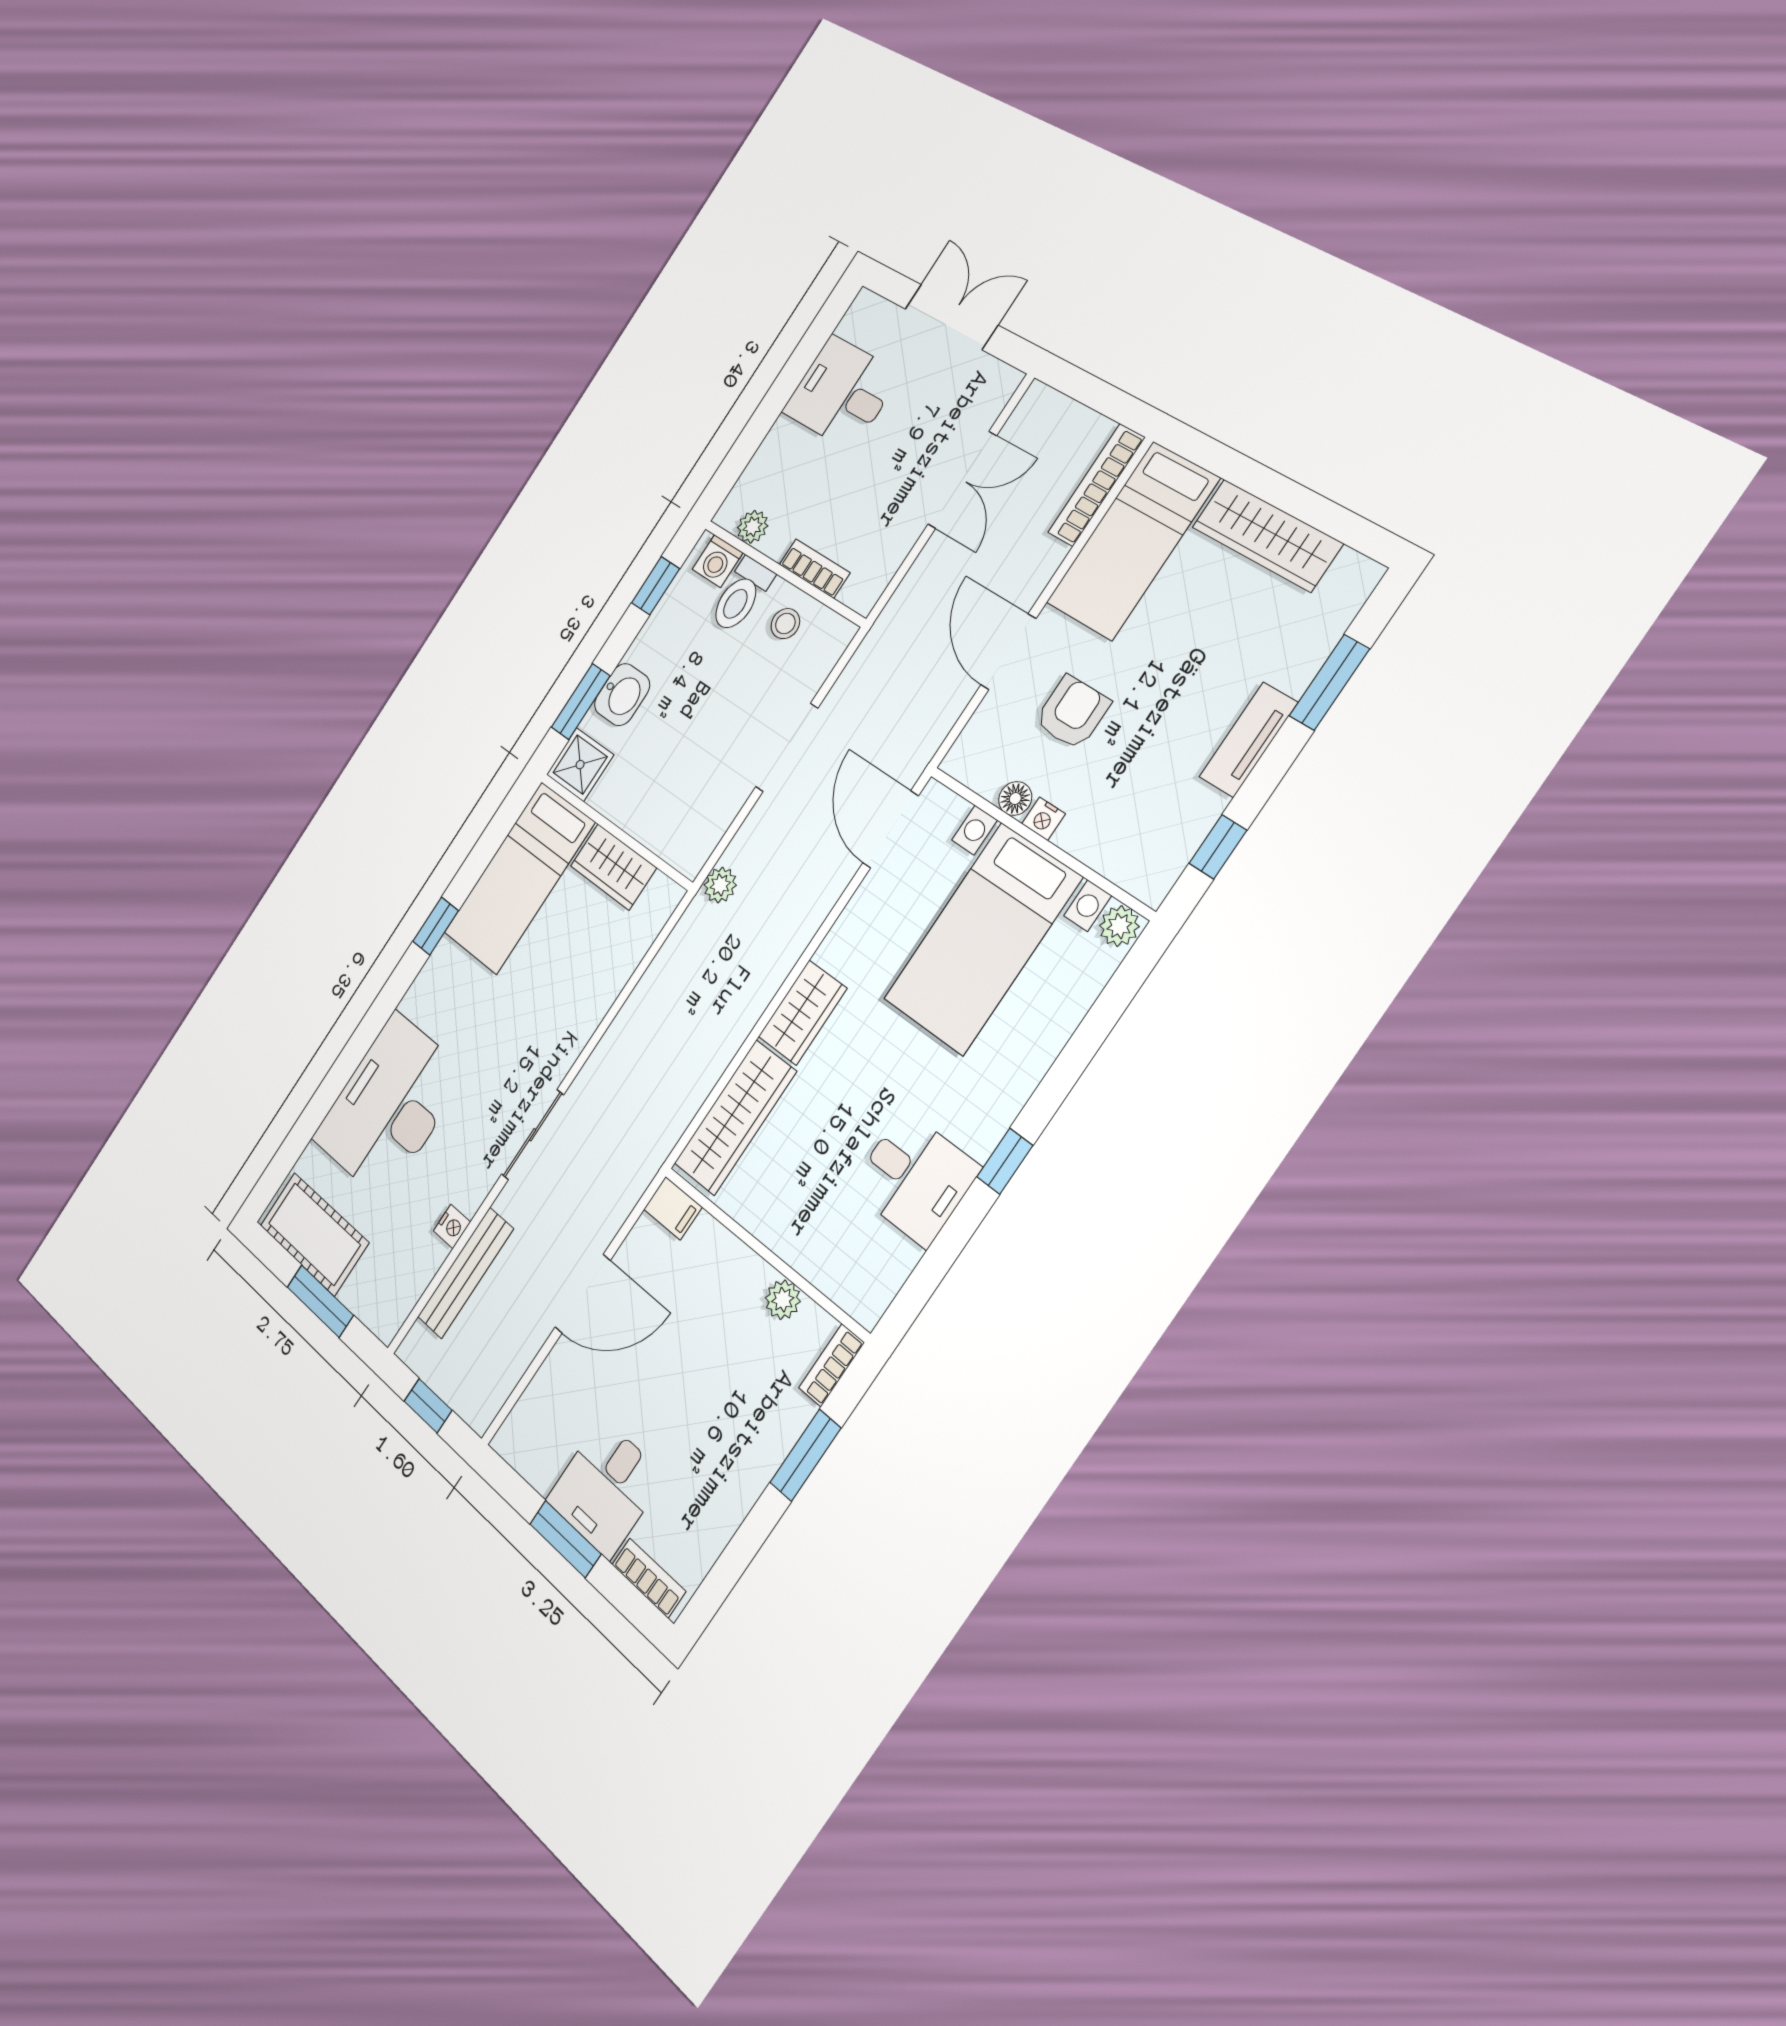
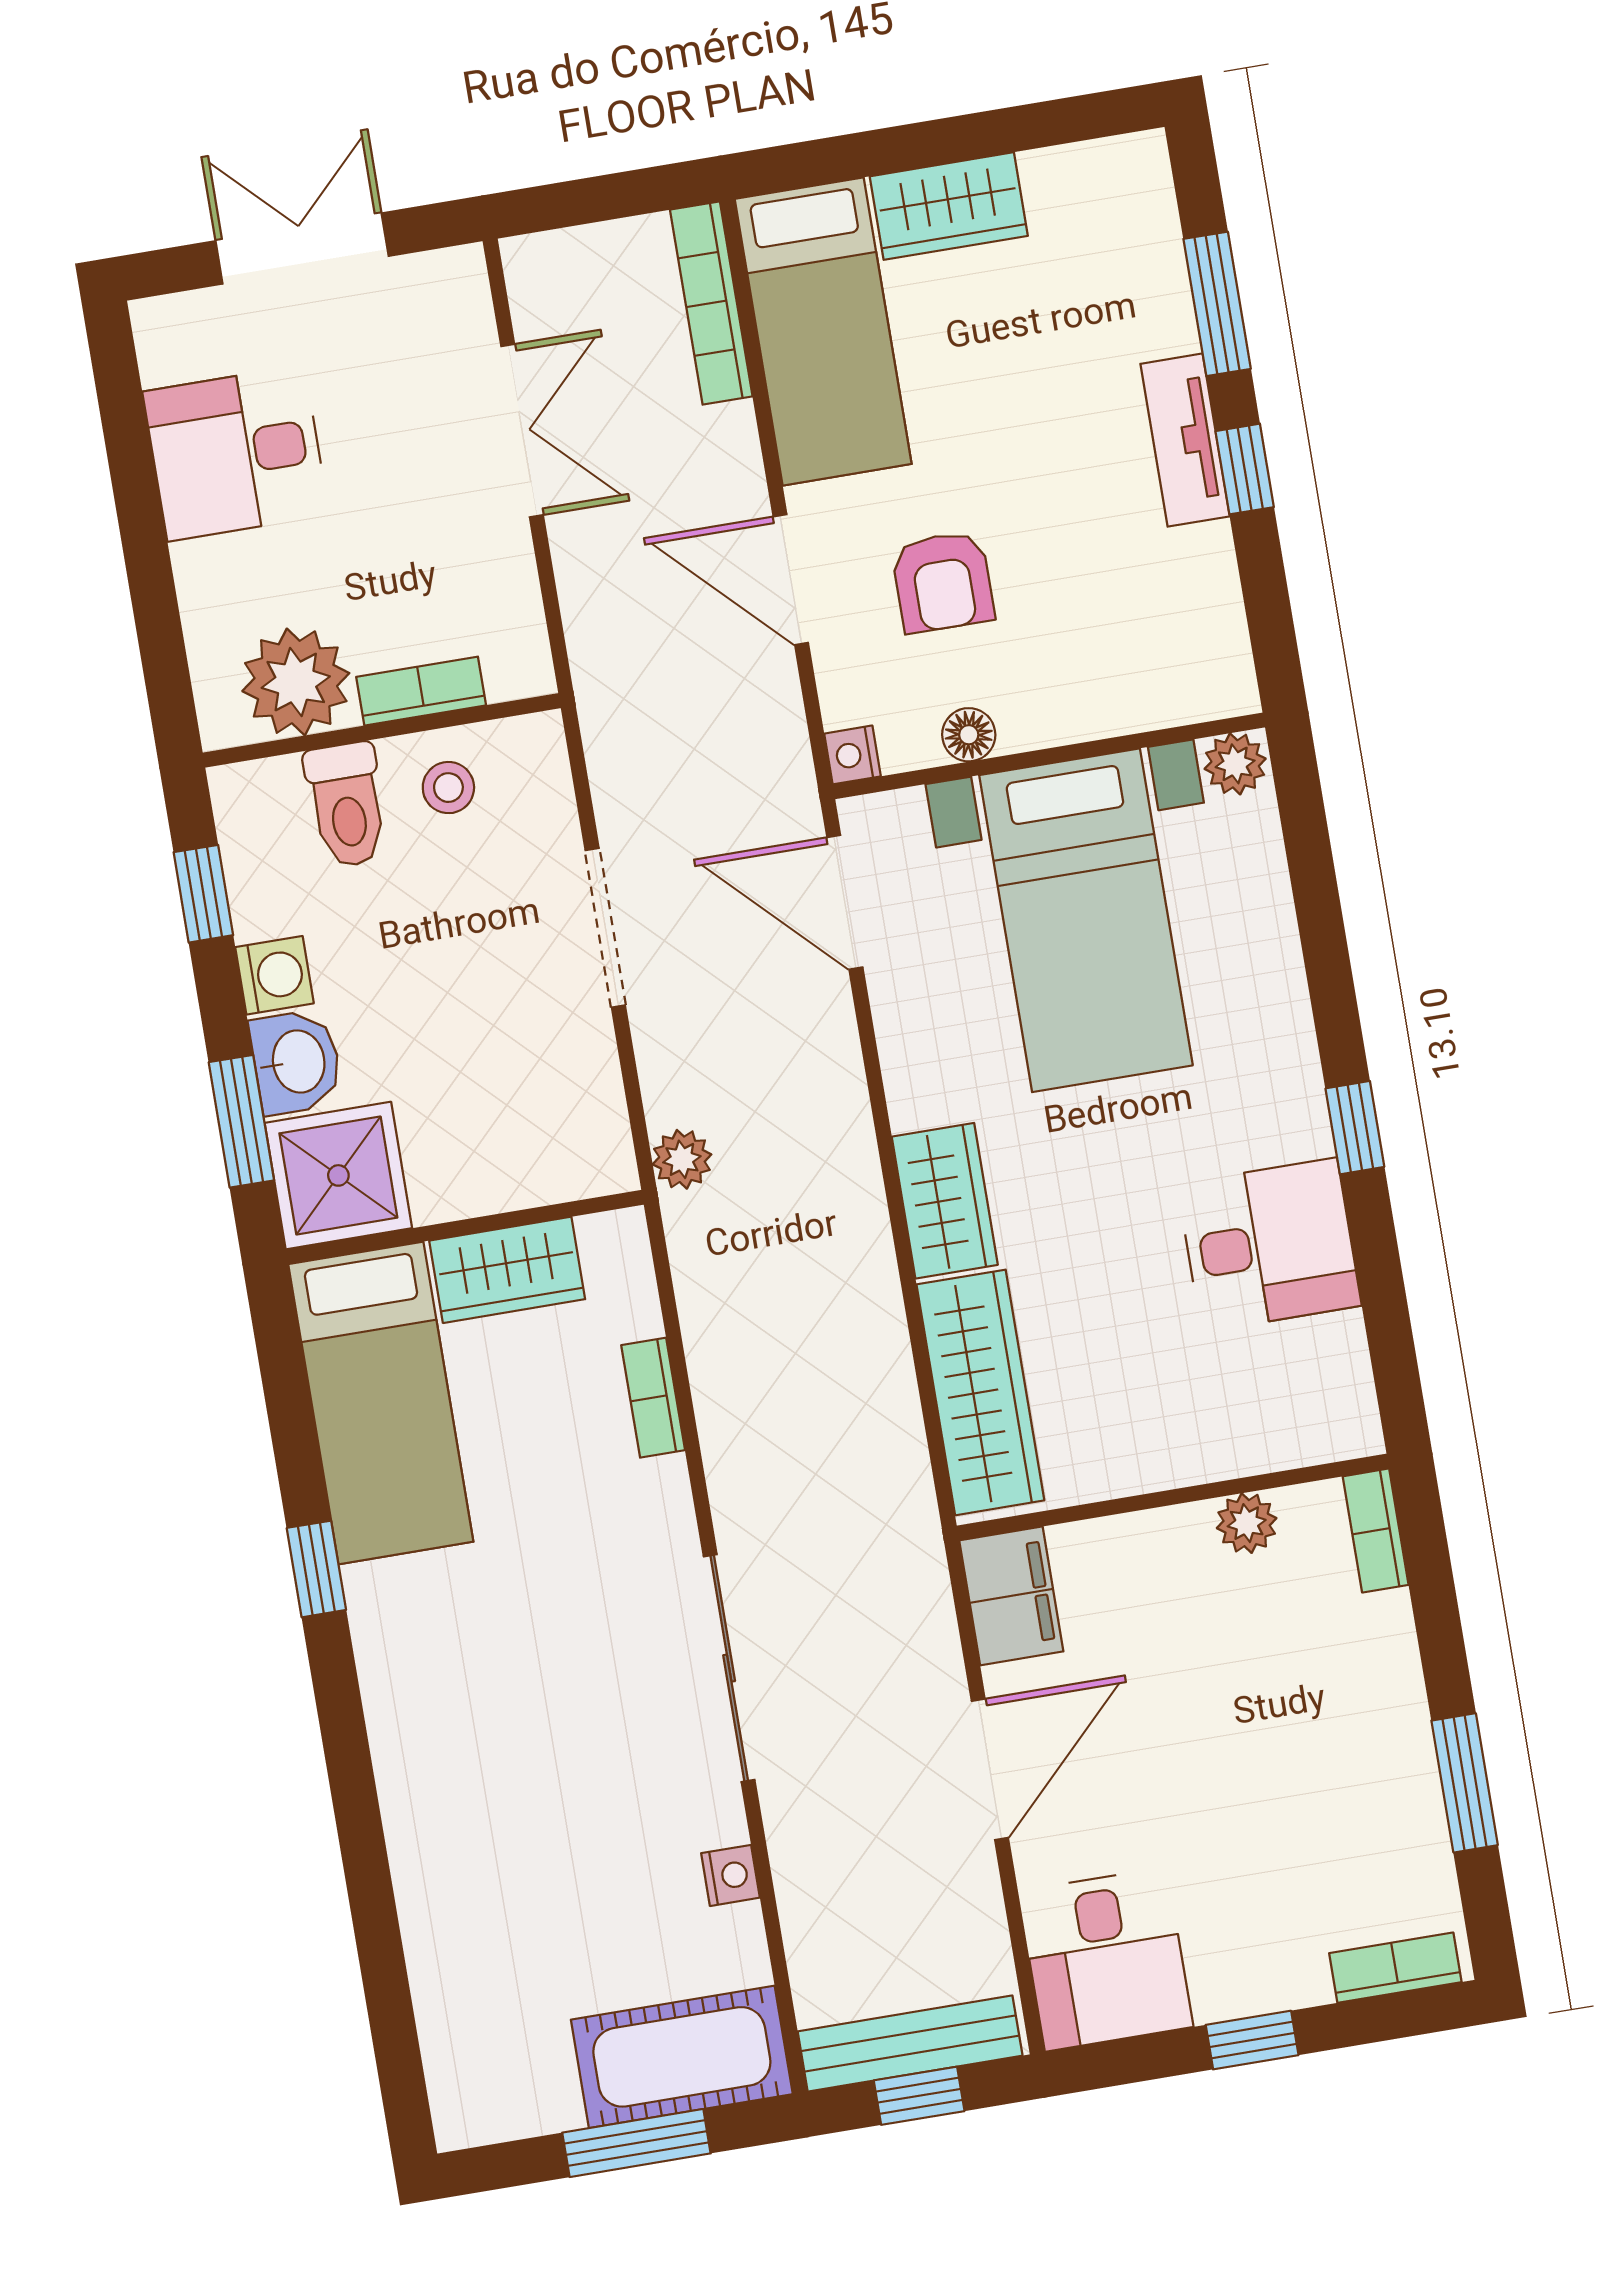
plant: (753, 527) -> (296, 682), width x1.87, depth x1.87
wardrobe: (1267, 535) -> (949, 206), width x0.67
washing machine: (718, 561) -> (275, 975), moved, turned -90
armchair: (1073, 712) -> (943, 582), turned 180
shower: (580, 765) -> (338, 1175), width x1.36, depth x1.36
nightstand: (1044, 819) -> (852, 755), moved, turned 90
window: (1218, 847) -> (1245, 469), moved
bookcase: (614, 982) -> (653, 1398), added
desk: (390, 1106) -> (485, 1833), removed
sliding door: (533, 1135) -> (729, 1668), width x1.37
filing cabinet: (673, 1208) -> (1011, 1596), width x2.00
cot: (314, 1234) -> (682, 2057), moved
bench: (466, 1273) -> (910, 2043), moved, turned 90
window: (805, 1455) -> (1465, 1783), moved
desk: (606, 1488) -> (1106, 1959), moved
window: (565, 1539) -> (1252, 2040), width x0.67

